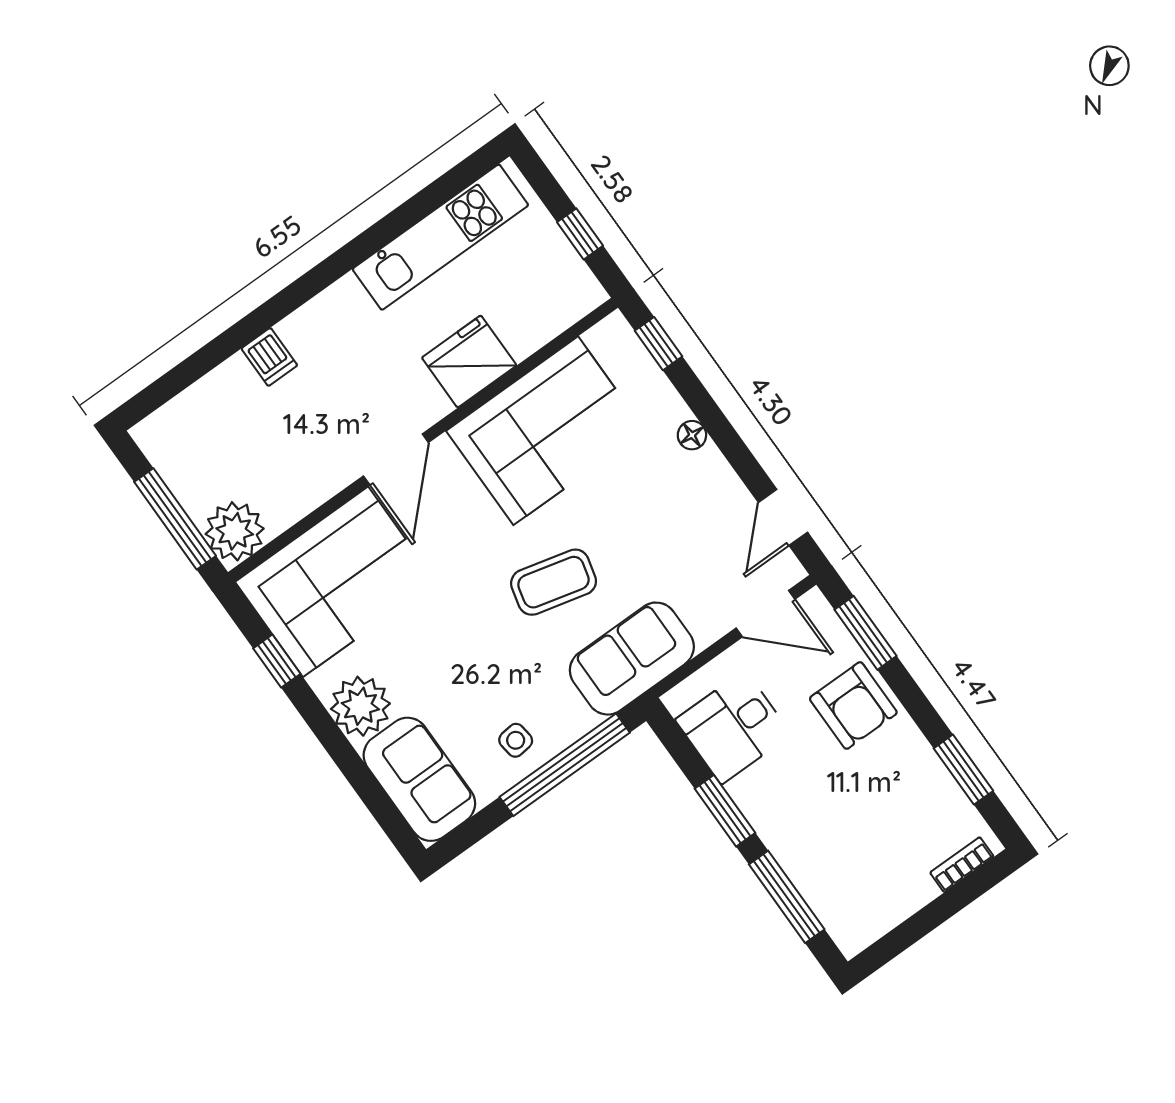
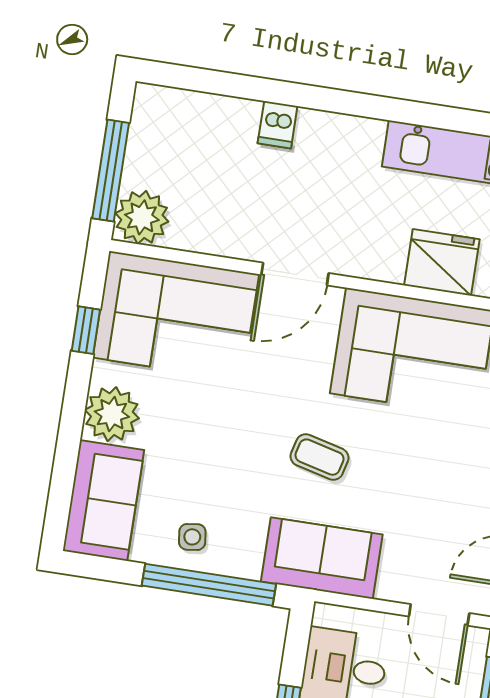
fridge: (469, 361) -> (442, 262), moved
coffee table: (554, 582) -> (320, 457), width x0.73, depth x0.77

